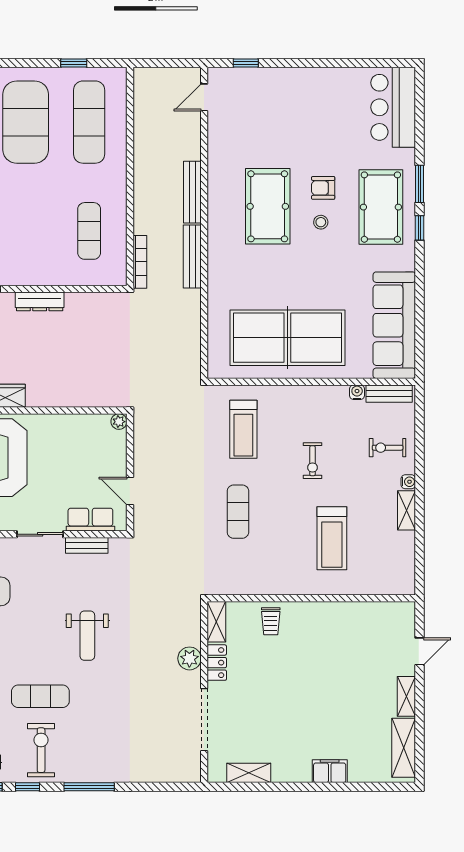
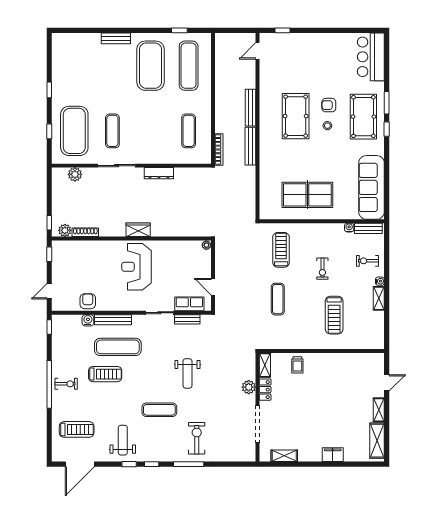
table tennis table: (287, 338) -> (307, 195), width x0.73, depth x0.76
treadmill: (243, 429) -> (281, 250), turned 180
exercise bike: (41, 750) -> (197, 438), moved

